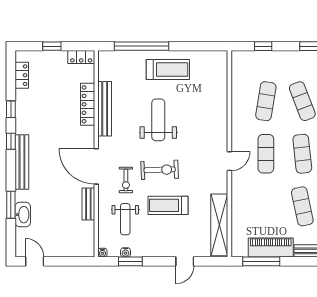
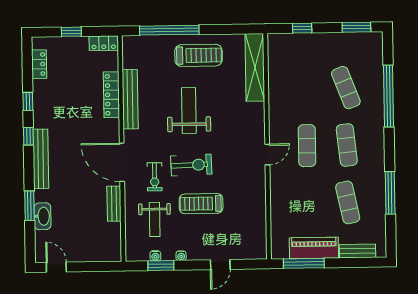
exercise mat: (266, 101) -> (306, 88), removed
shelving: (219, 225) -> (255, 67), moved
water cooler: (102, 253) -> (181, 256), moved

